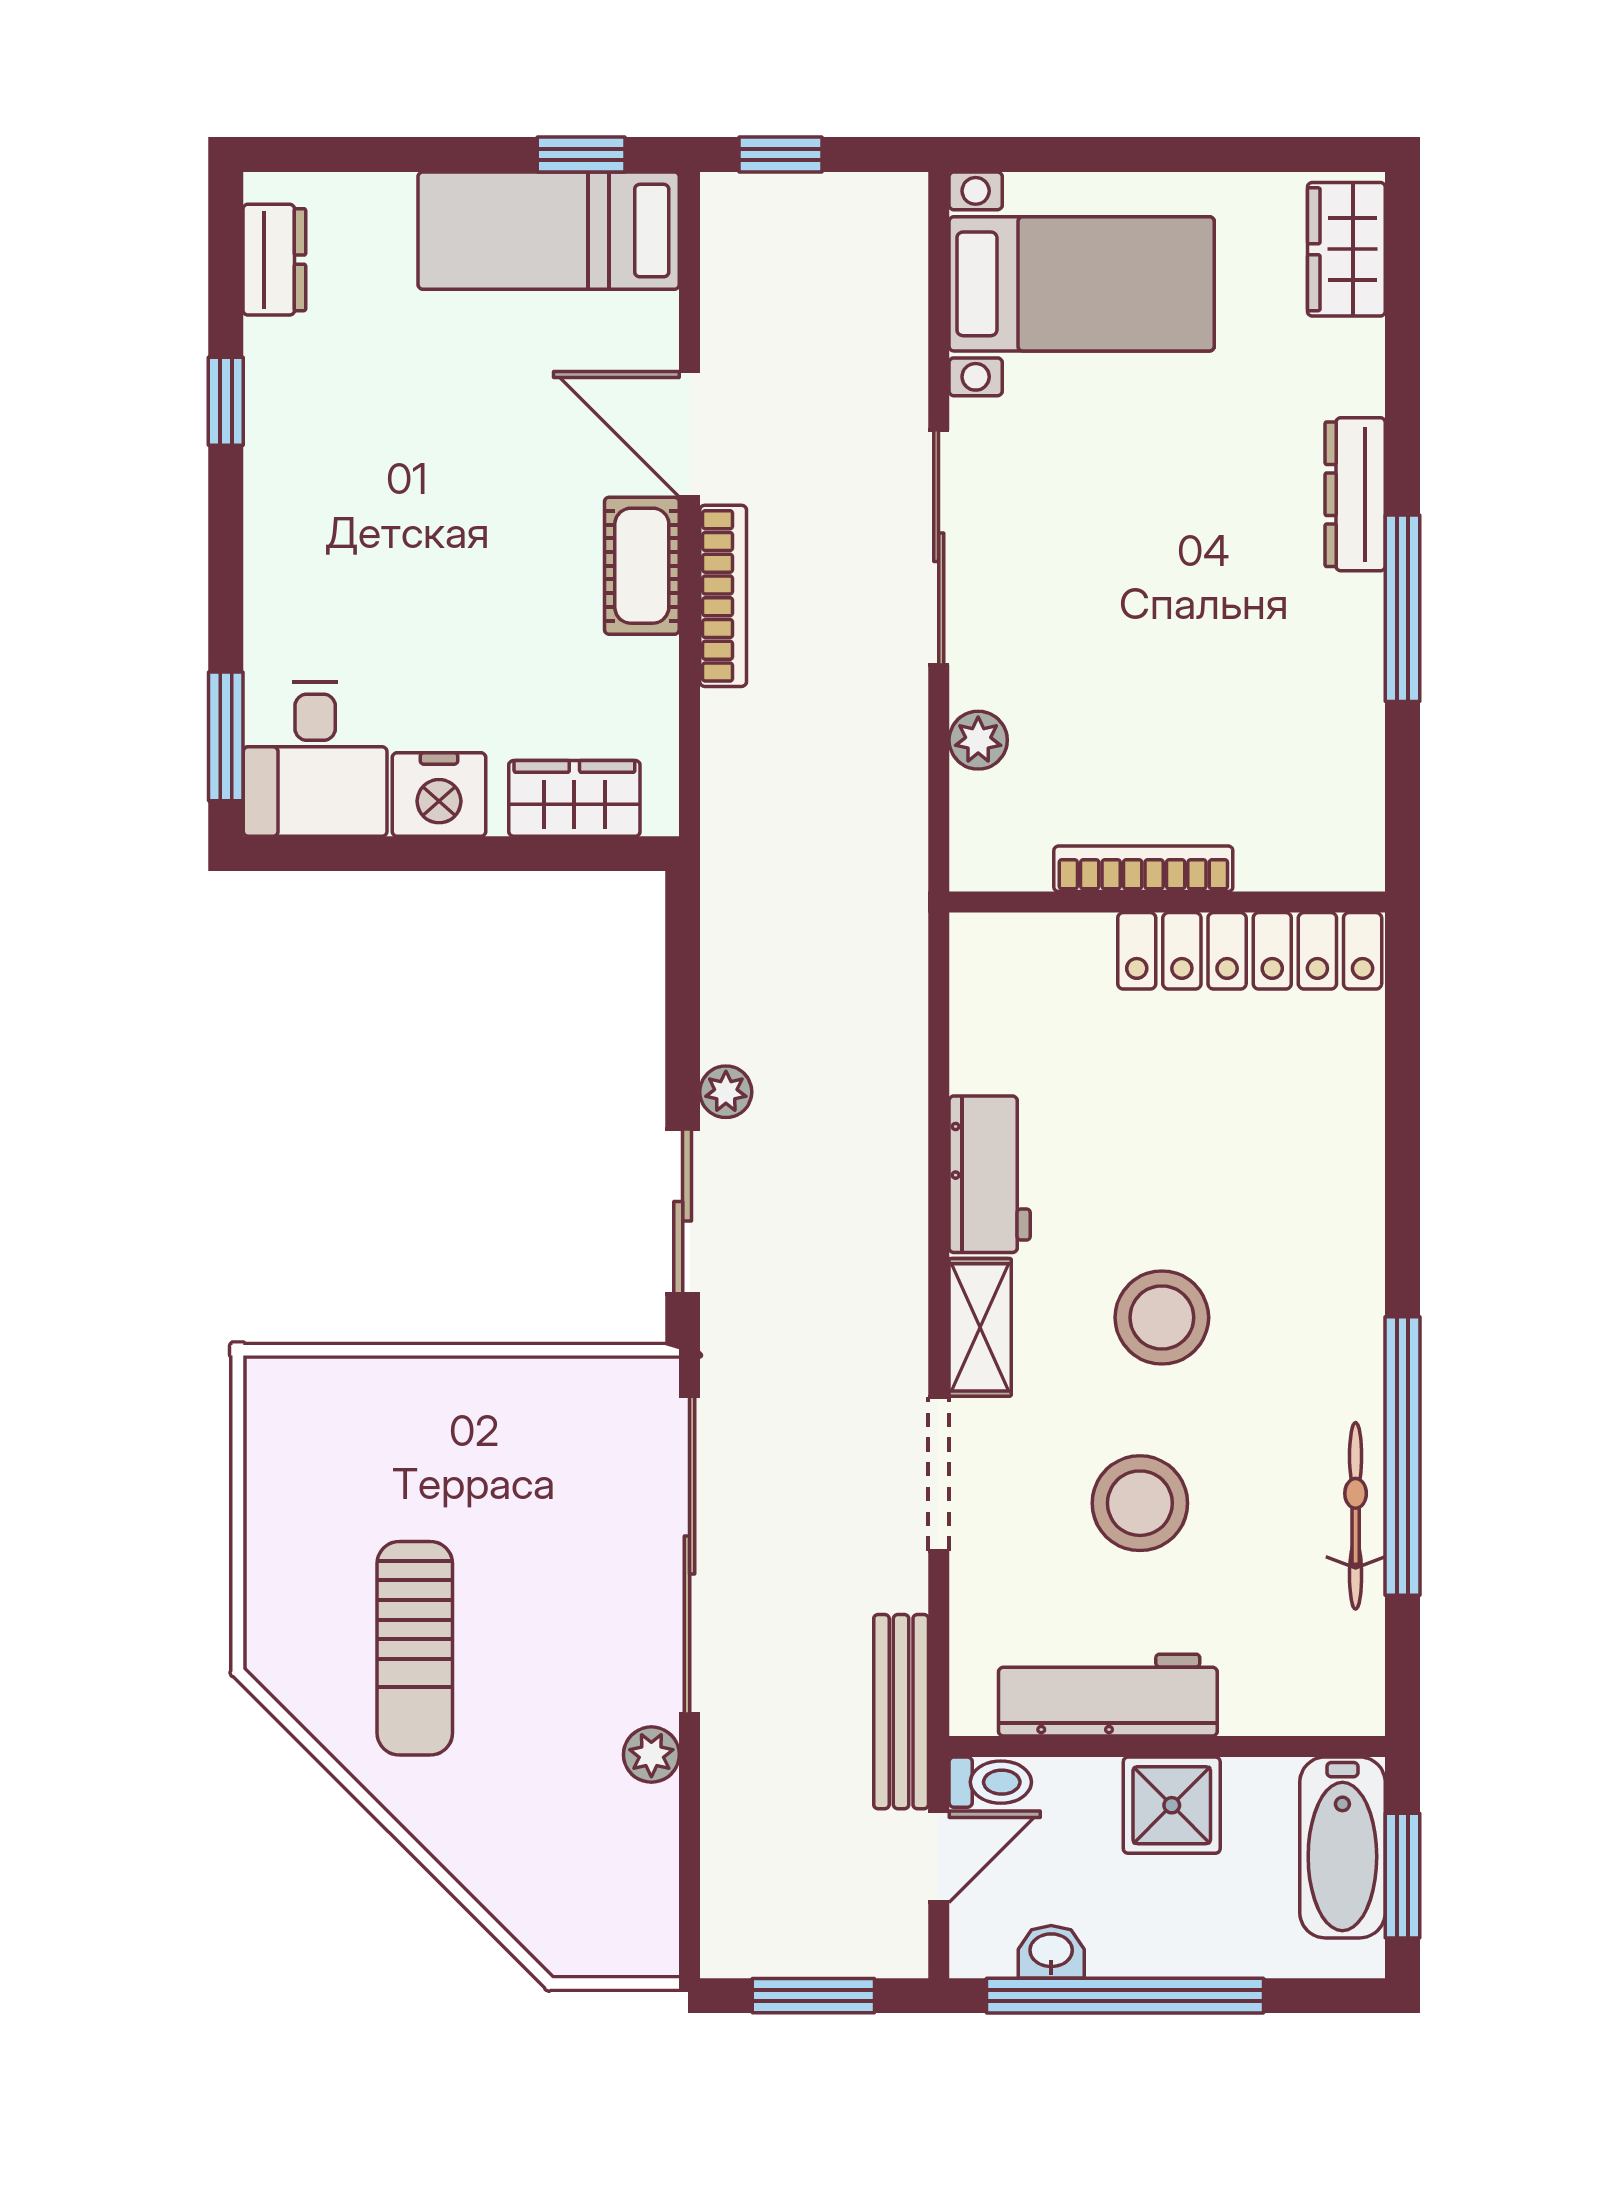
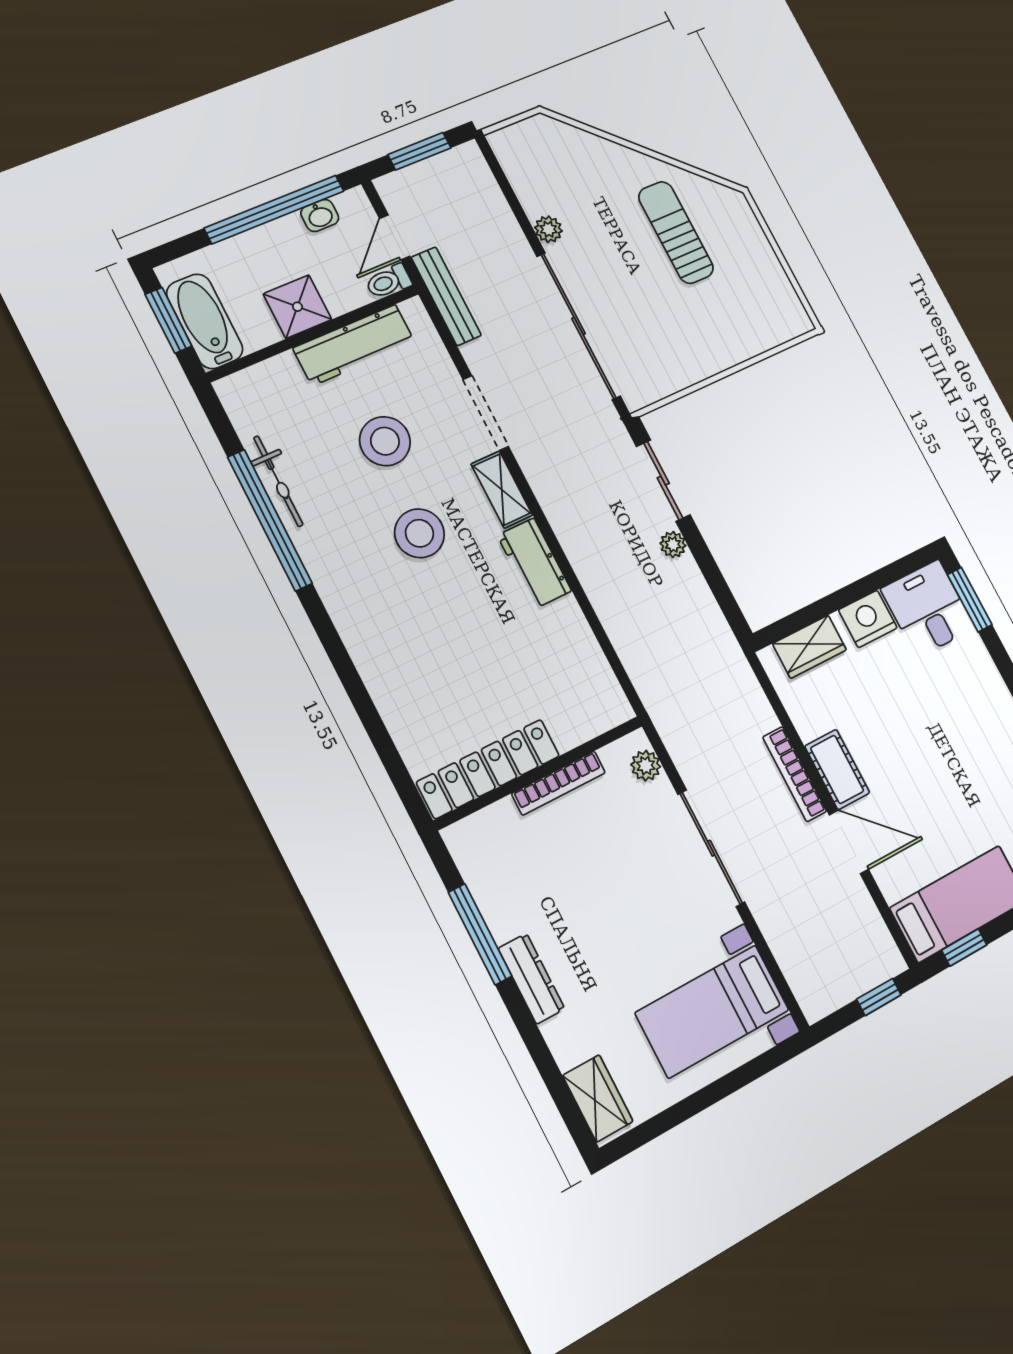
bookcase: (1143, 869) -> (559, 783), moved
wall: (1167, 902) -> (539, 773), moved
locker: (1250, 951) -> (488, 769), moved

